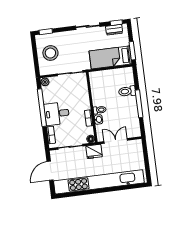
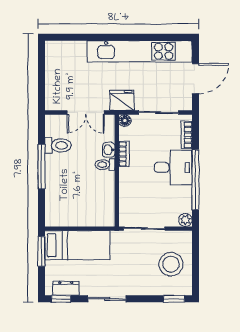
toilet: (127, 91) -> (58, 145), moved
kitchen unit: (99, 182) -> (140, 51), width x0.73

